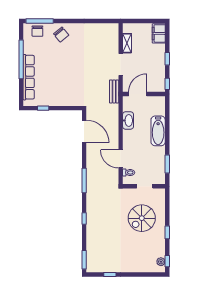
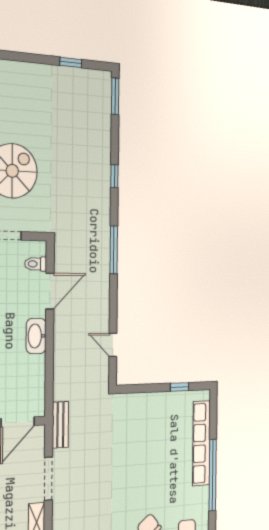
washbasin: (128, 120) -> (36, 336), moved
door: (84, 131) -> (113, 345), width x0.53
door: (121, 159) -> (50, 291), hinge flipped

